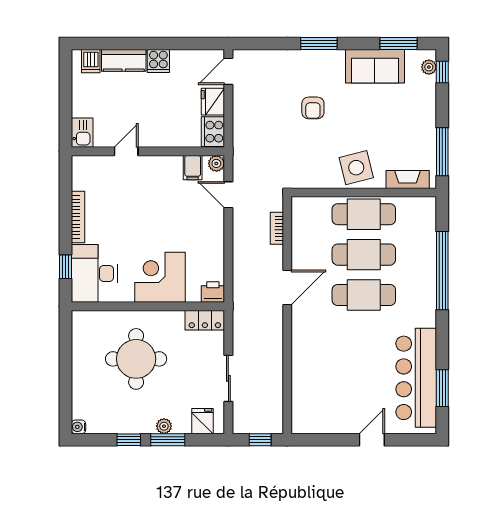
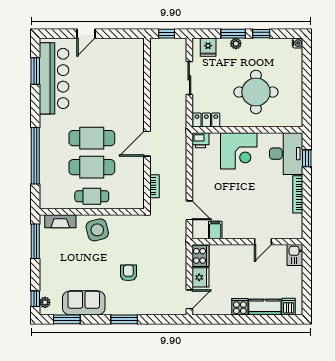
plant: (216, 163) -> (198, 233), removed
cafe table: (364, 214) -> (92, 196), width x0.73, depth x0.74

